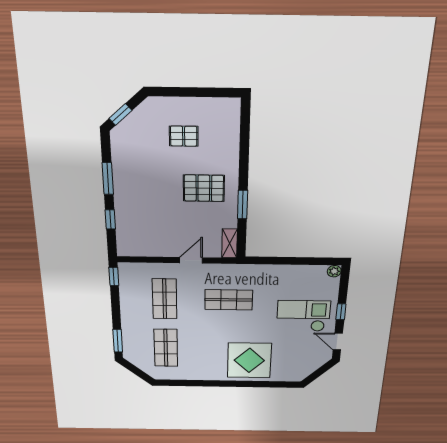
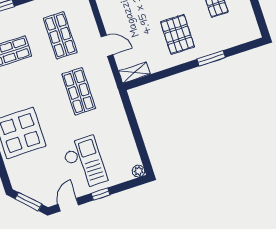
window: (243, 205) -> (211, 58), moved
shop shelf: (165, 299) -> (60, 35), turned 90
window: (319, 373) -> (28, 202), added

